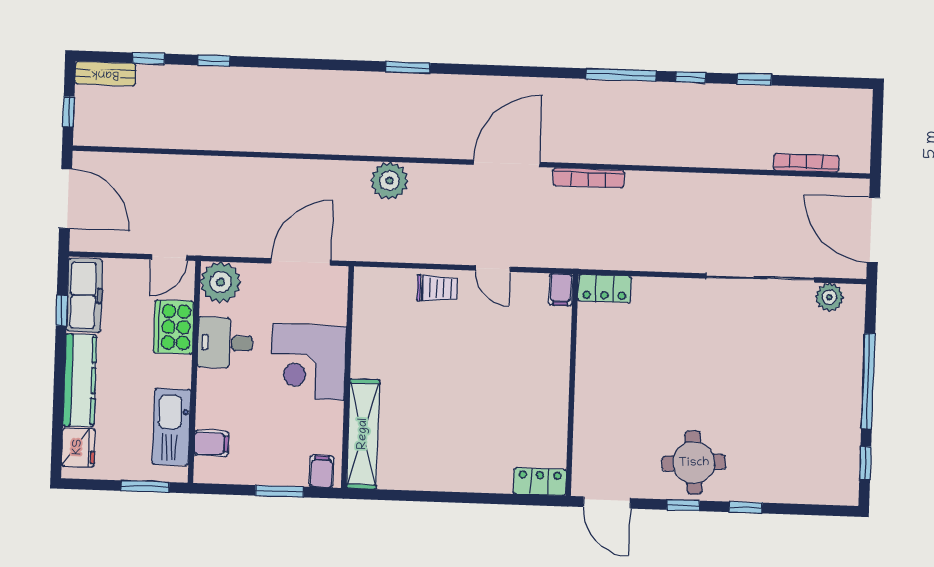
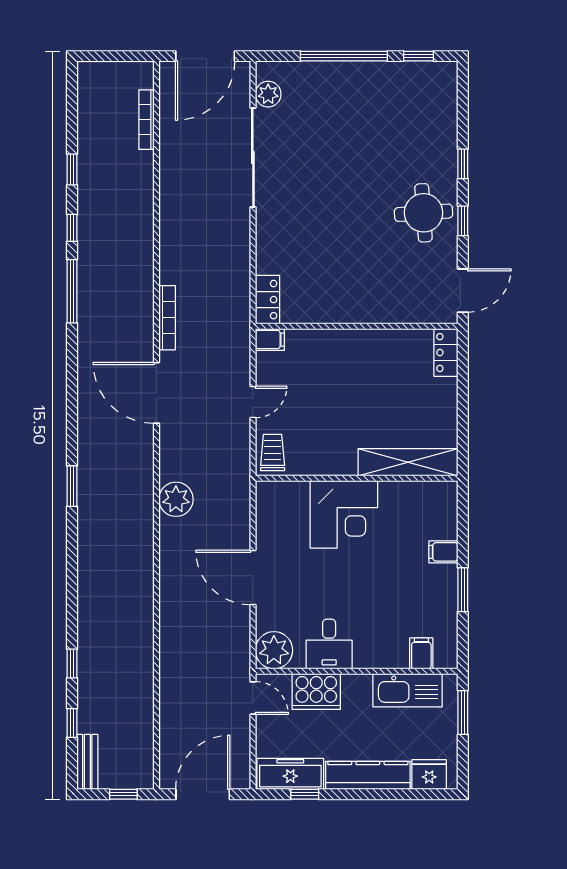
corner desk: (308, 362) -> (344, 514), moved
wall: (347, 377) -> (357, 478), moved
shelving: (363, 434) -> (408, 462), moved

